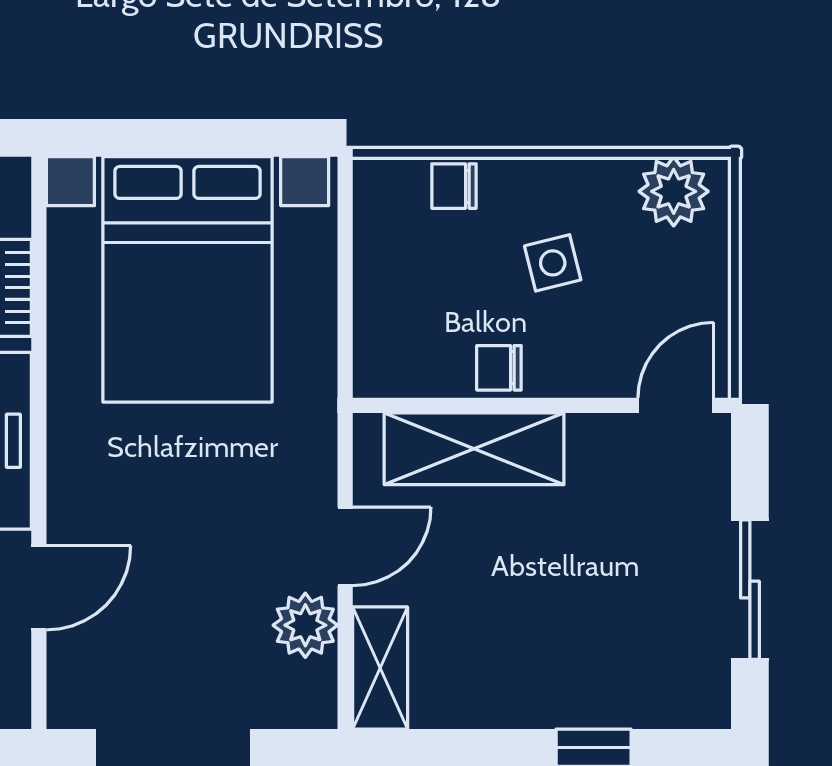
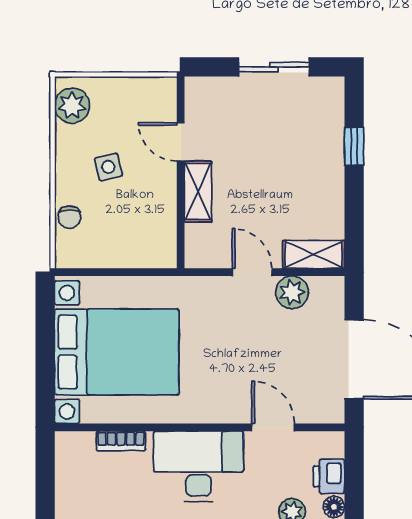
chair: (499, 368) -> (162, 194), removed
door: (676, 405) -> (181, 142), moved
shelving: (474, 449) -> (198, 192), width x0.67, depth x0.75

